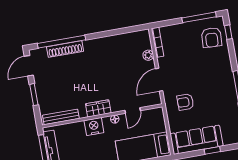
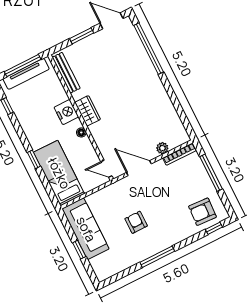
window: (199, 17) -> (211, 173), moved
shoe rack: (65, 49) -> (142, 55), removed
armchair: (185, 102) -> (136, 222), moved
door: (133, 111) -> (106, 169), moved

